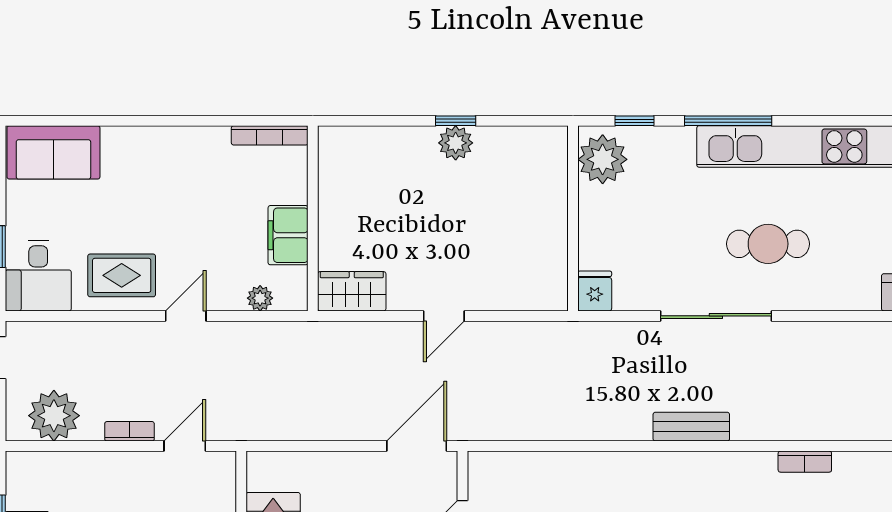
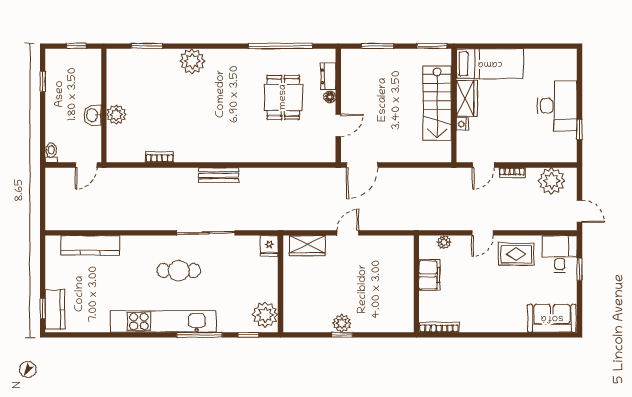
wardrobe: (352, 291) -> (307, 246), moved

